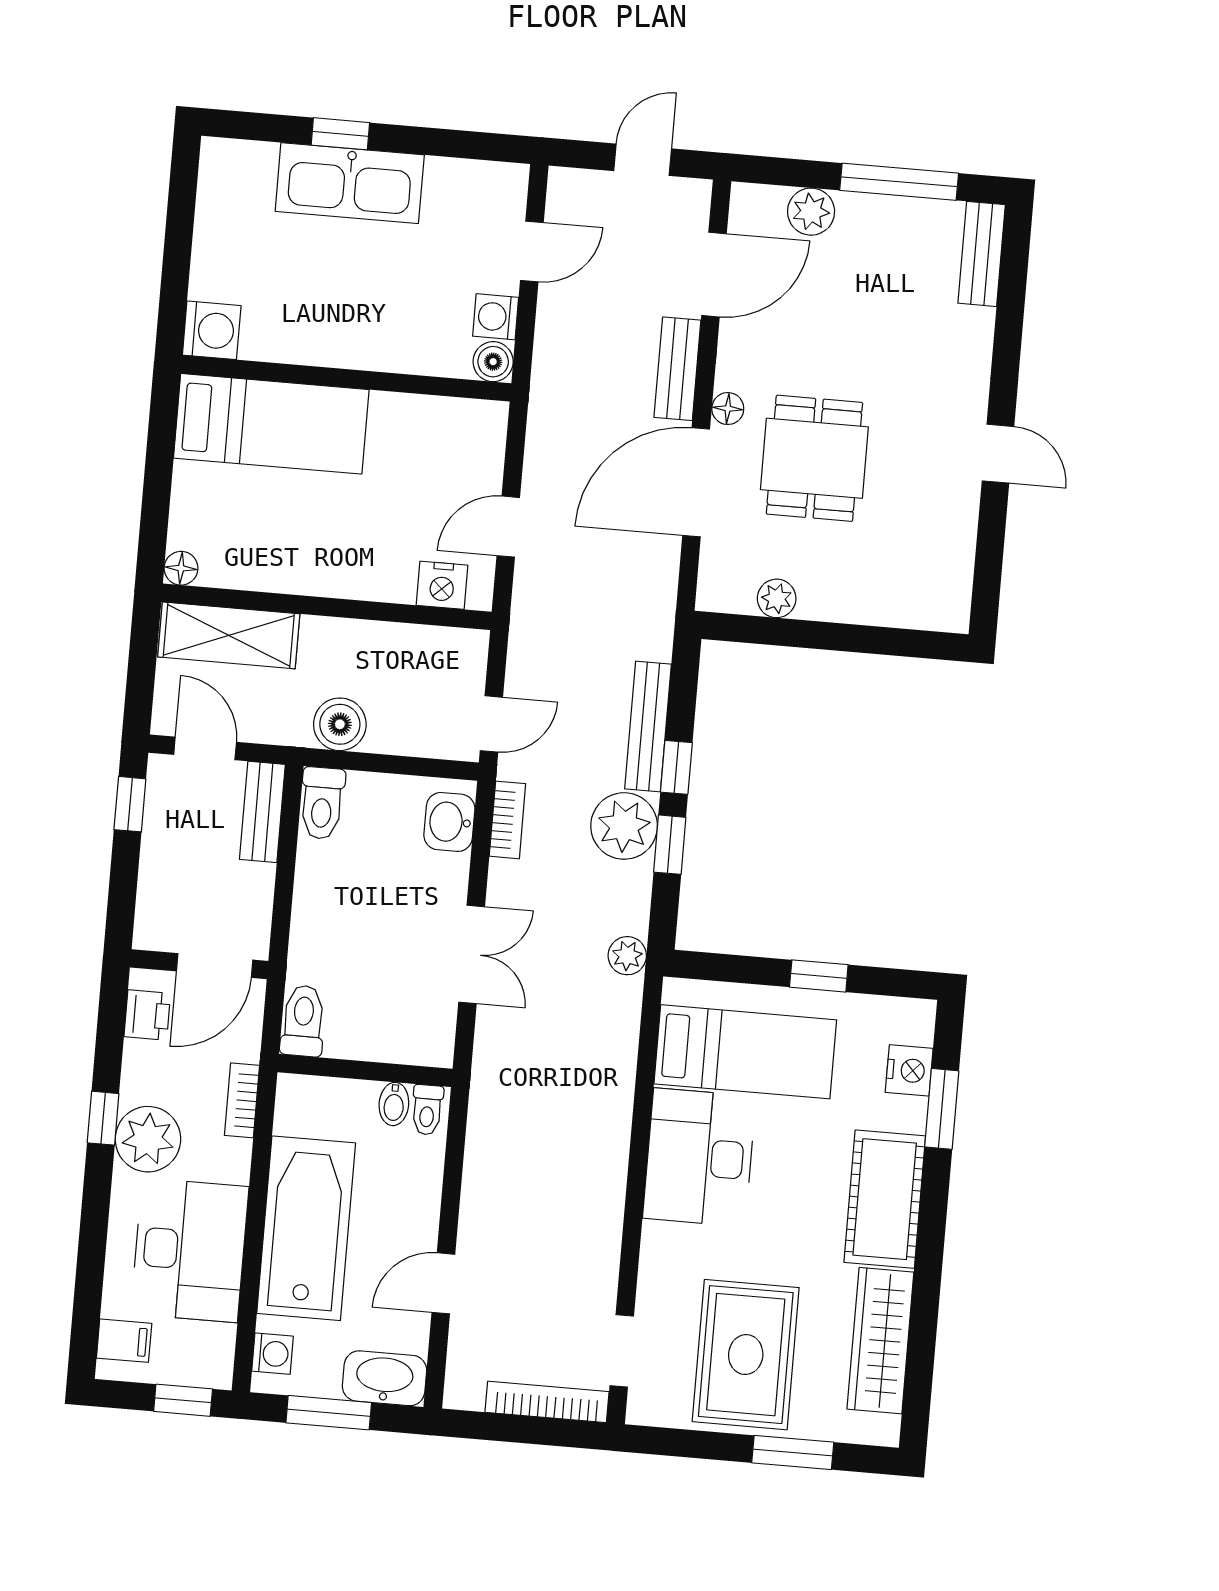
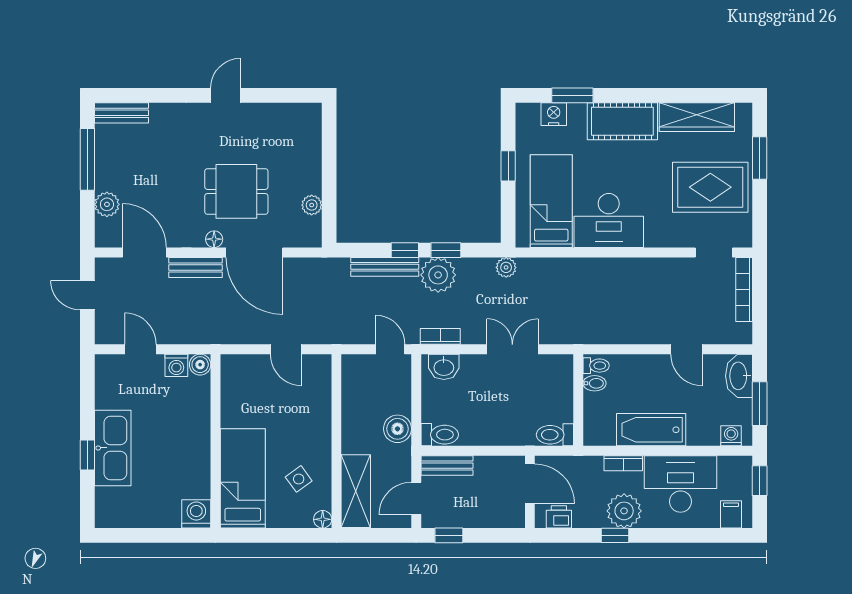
side table: (261, 529) -> (299, 479), added
nightstand: (442, 585) -> (320, 381), removed
bookcase: (242, 1100) -> (623, 463), moved
bathtub: (306, 1228) -> (651, 430), width x0.73, depth x0.73

